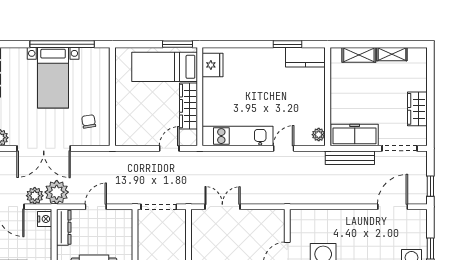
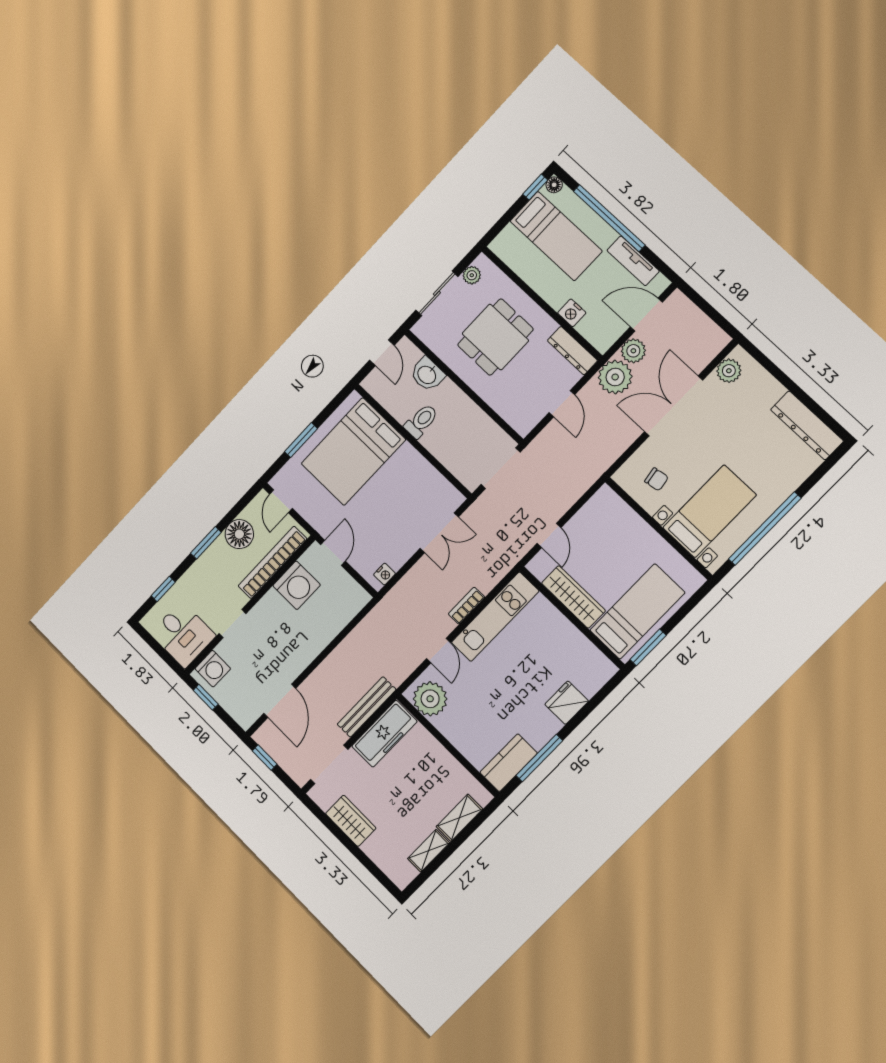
window: (287, 44) -> (539, 758), width x1.44
fridge: (212, 65) -> (567, 703), moved, turned 90
bed with nightstands: (53, 78) -> (709, 511), moved, turned 90
plant: (319, 135) -> (430, 699), width x1.87, depth x1.87
bookcase: (246, 156) -> (466, 606), added
nightstand: (272, 215) -> (385, 574), added
nightstand: (45, 219) -> (572, 313), moved

